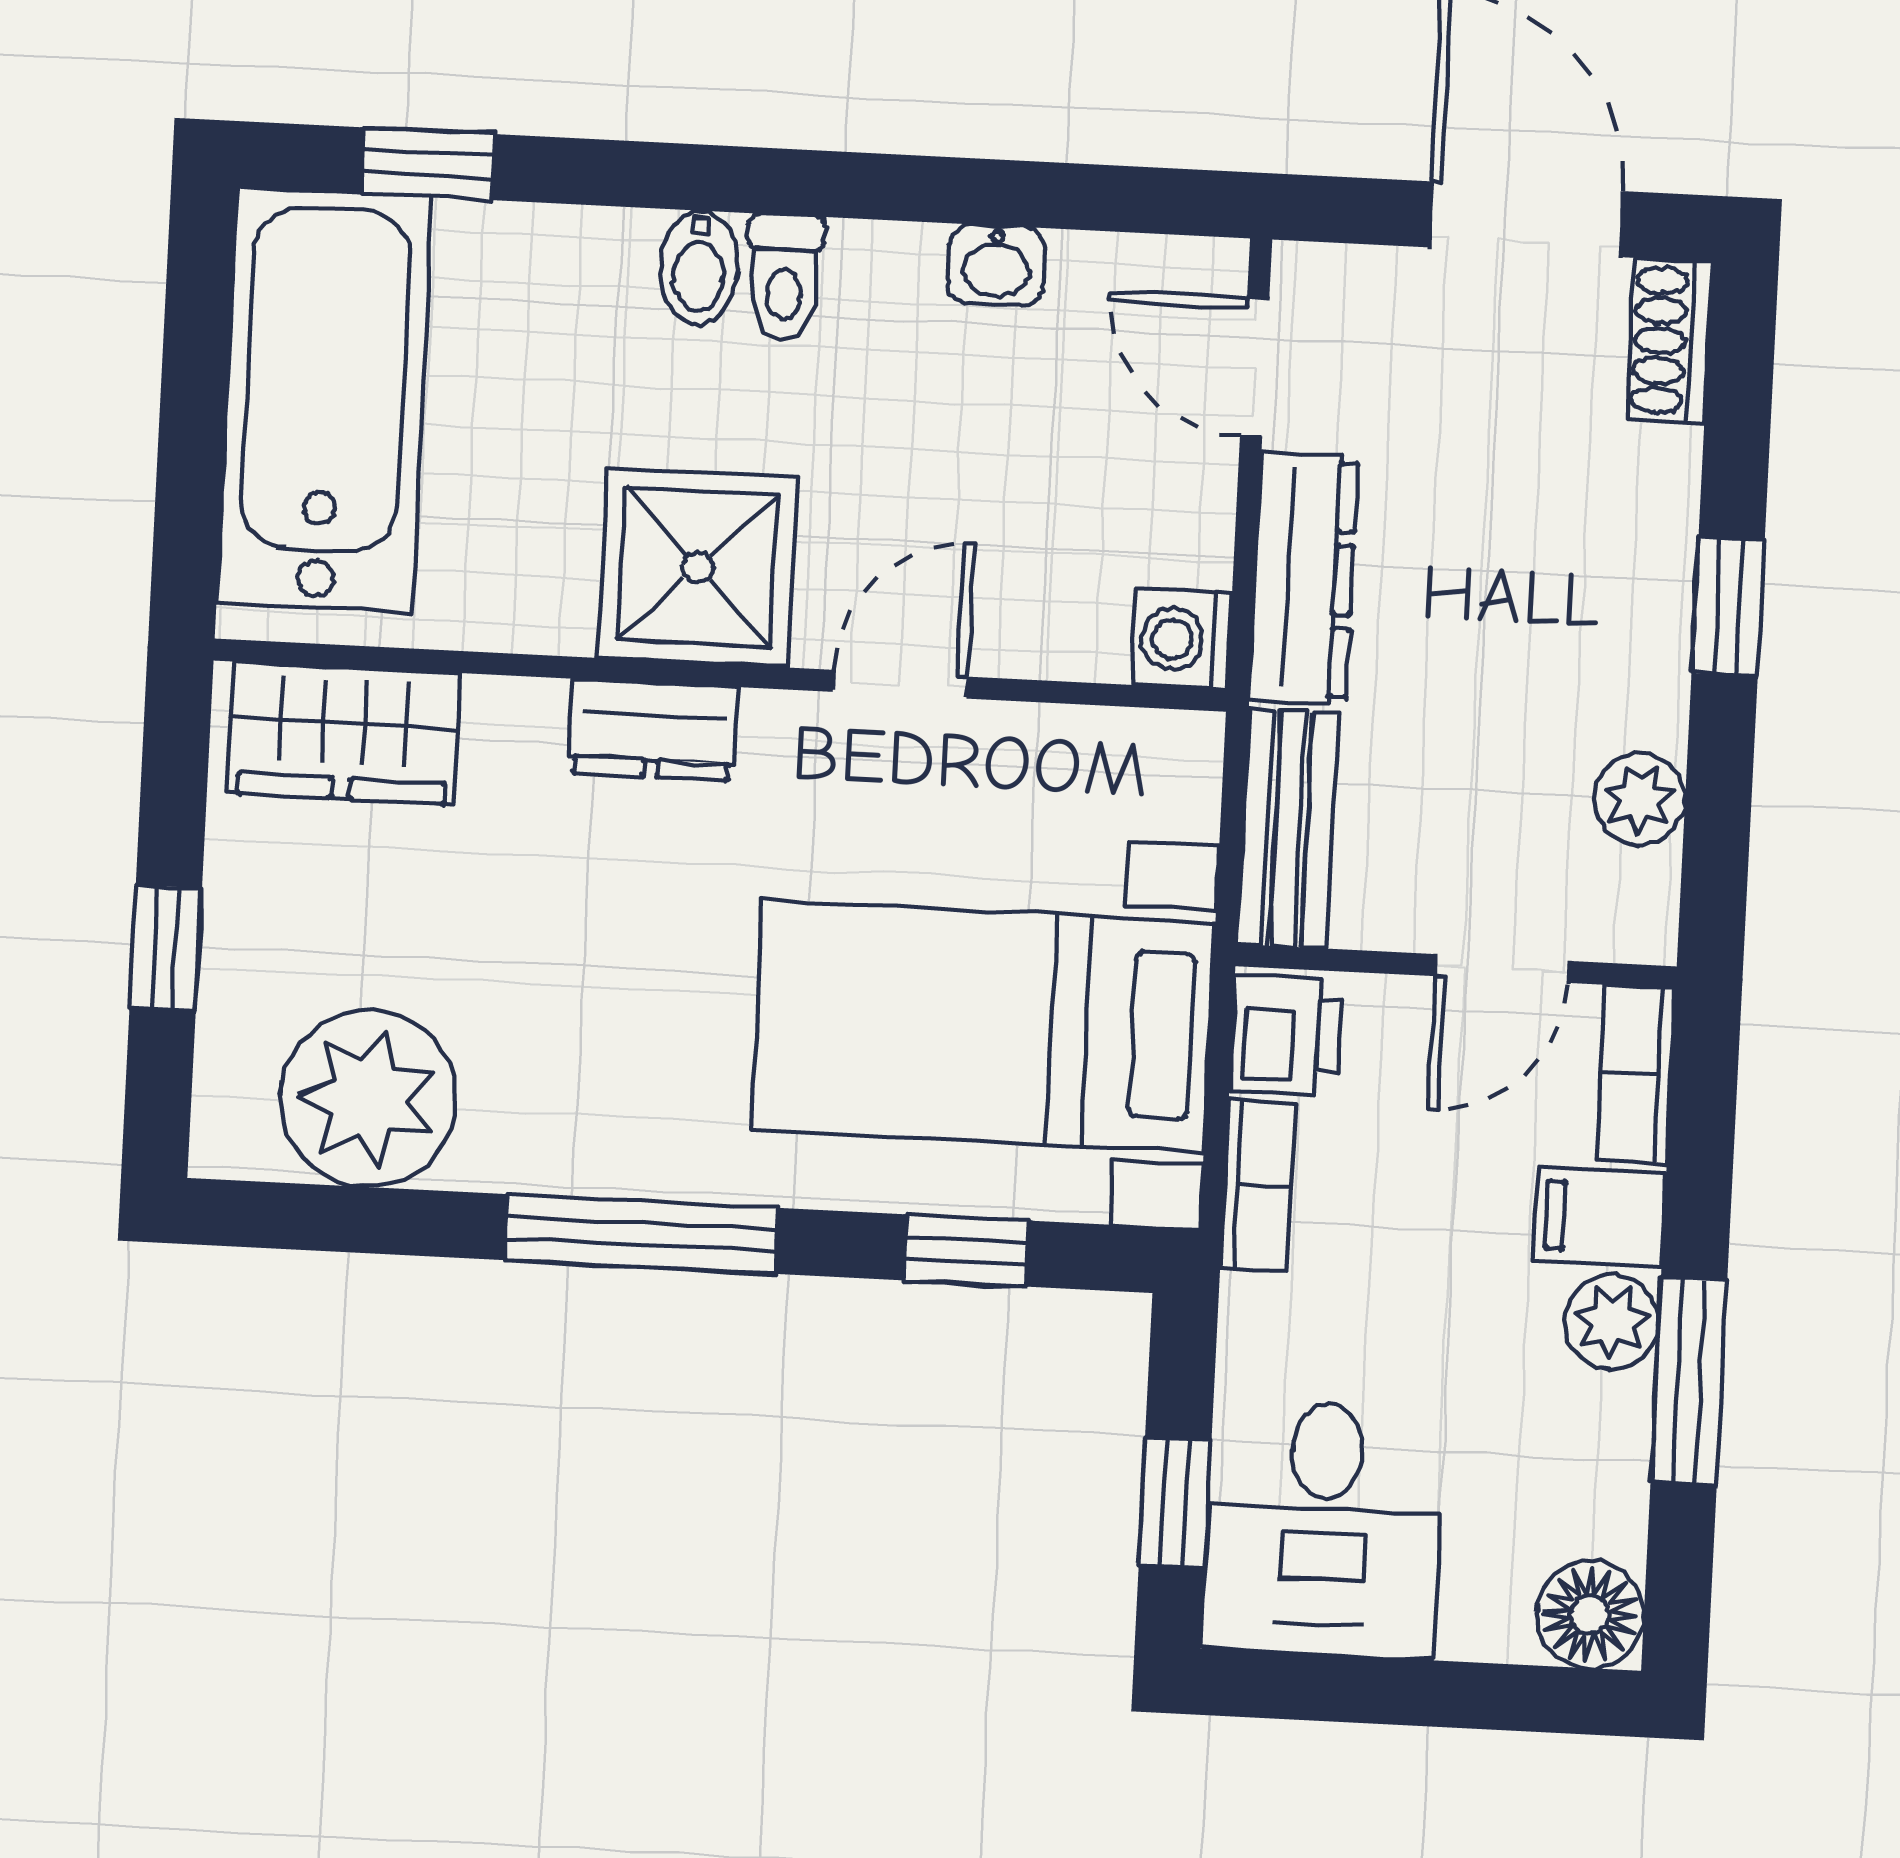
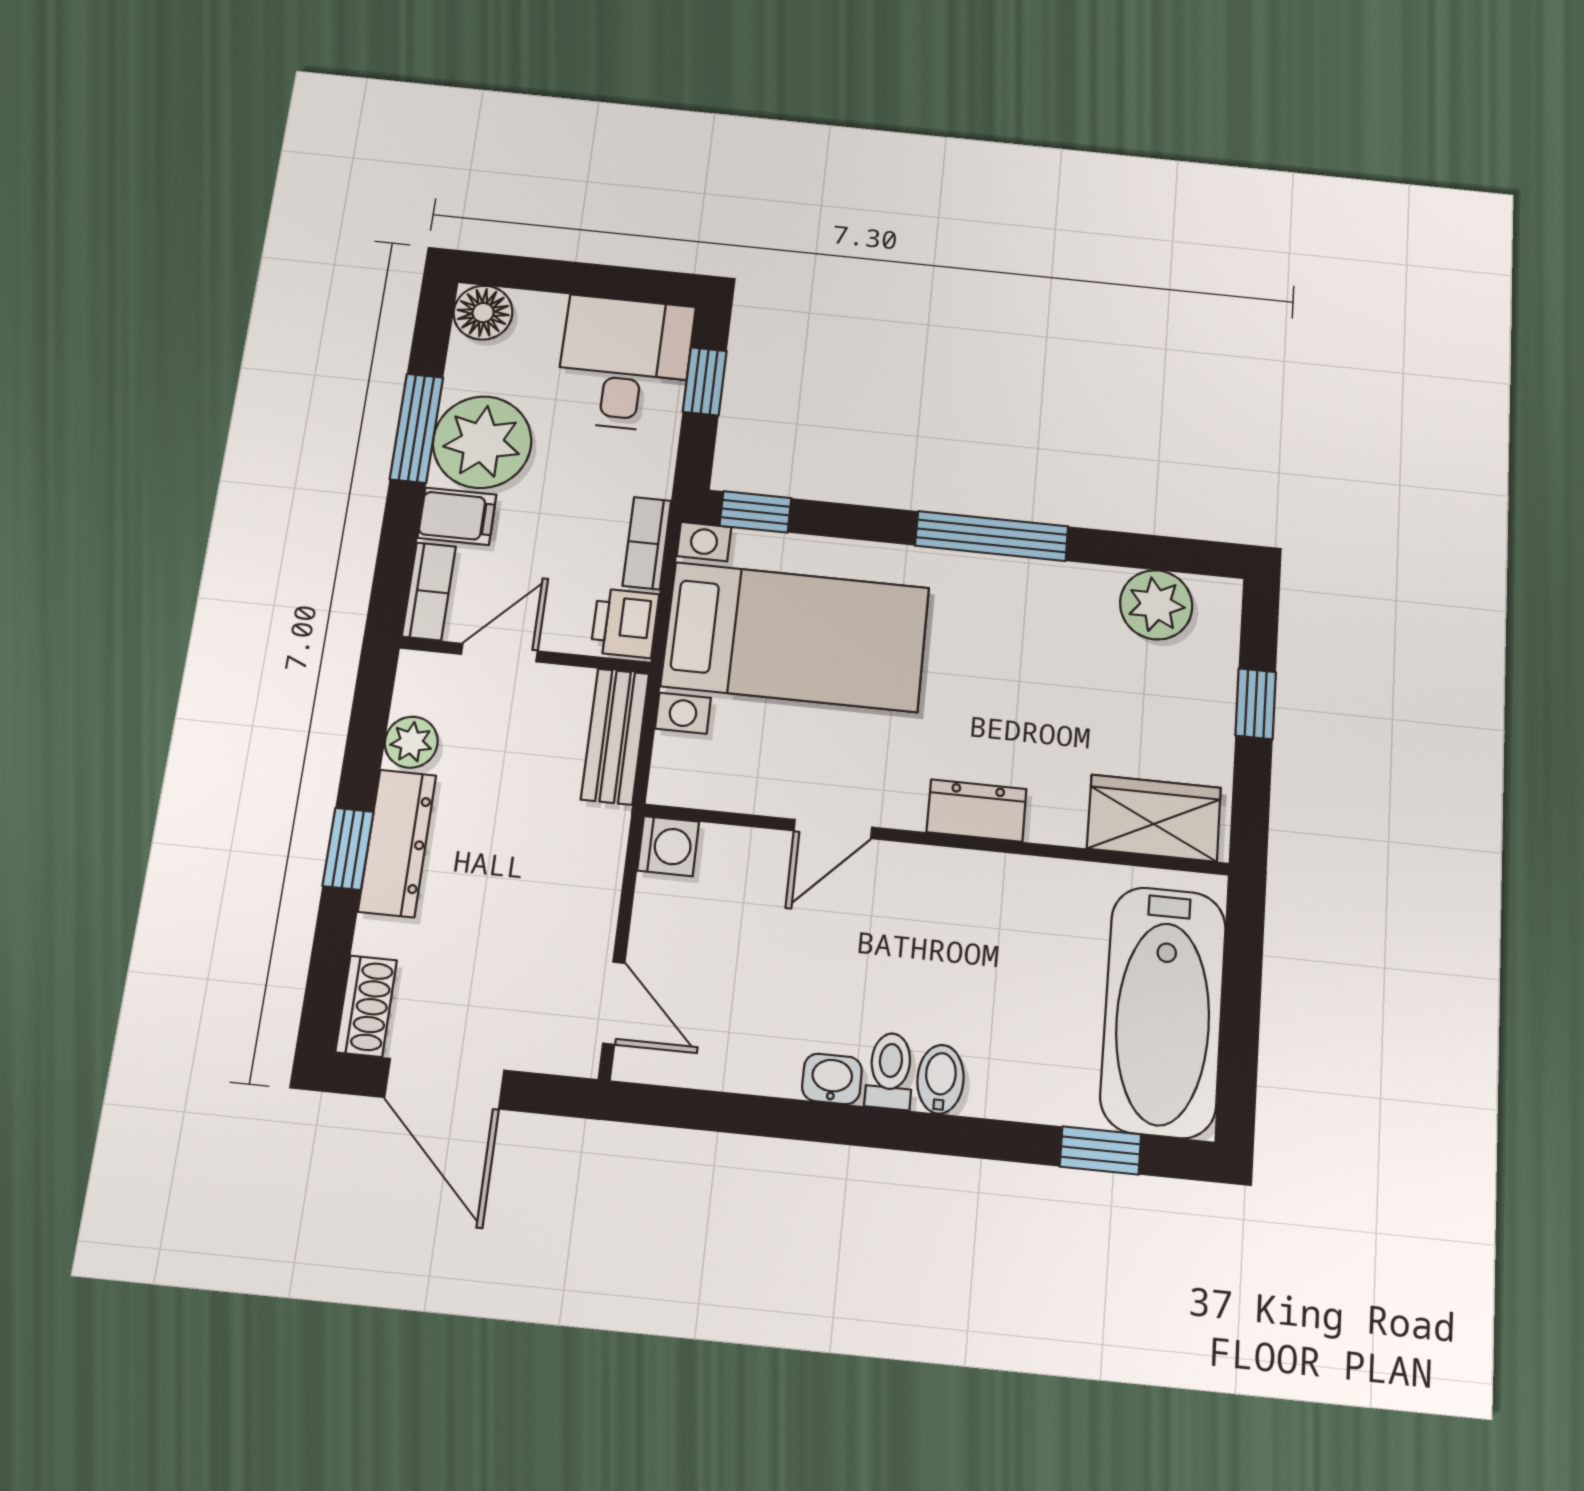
washbasin: (996, 265) -> (832, 1079), moved
shower: (698, 567) -> (947, 902), removed
dresser: (1304, 578) -> (397, 843), moved, turned 180
plant: (368, 1099) -> (1156, 605), width x0.73, depth x0.73
window: (967, 1250) -> (755, 512), moved
plant: (1612, 1322) -> (482, 442), width x1.88, depth x1.88

